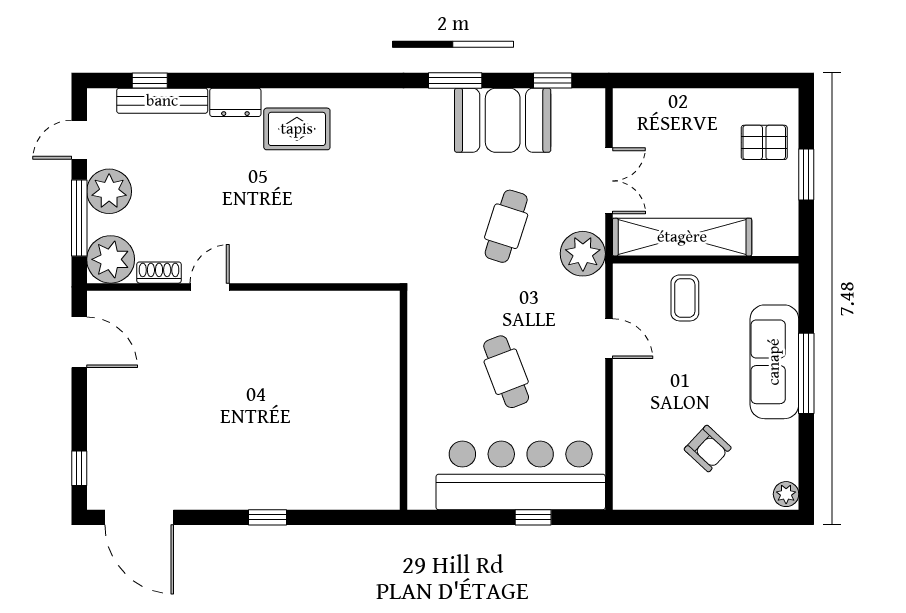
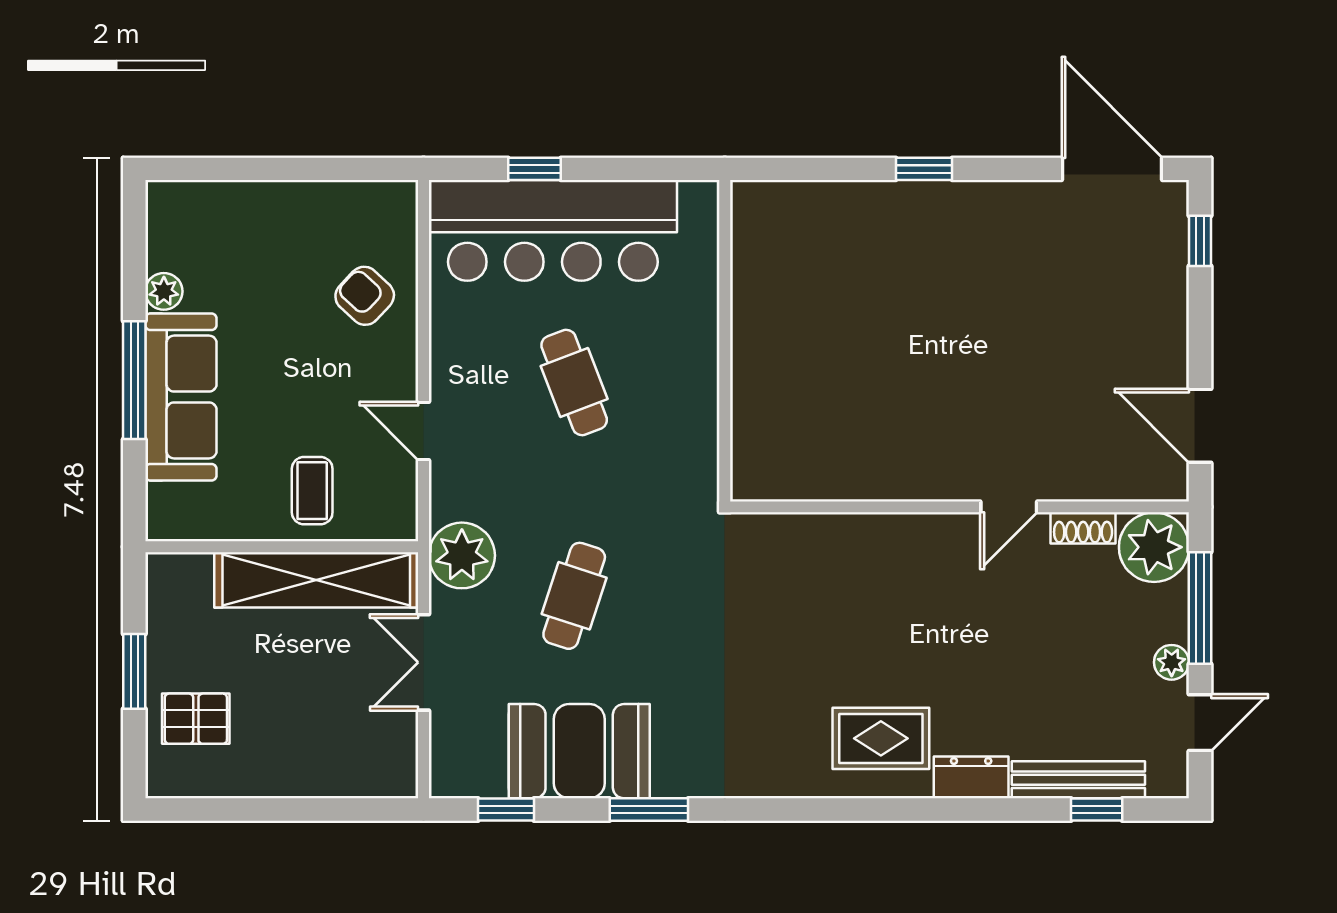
plant: (109, 191) -> (1172, 662), width x0.53, depth x0.53
armchair: (708, 448) -> (365, 296), moved
plant: (786, 494) -> (164, 291), moved

